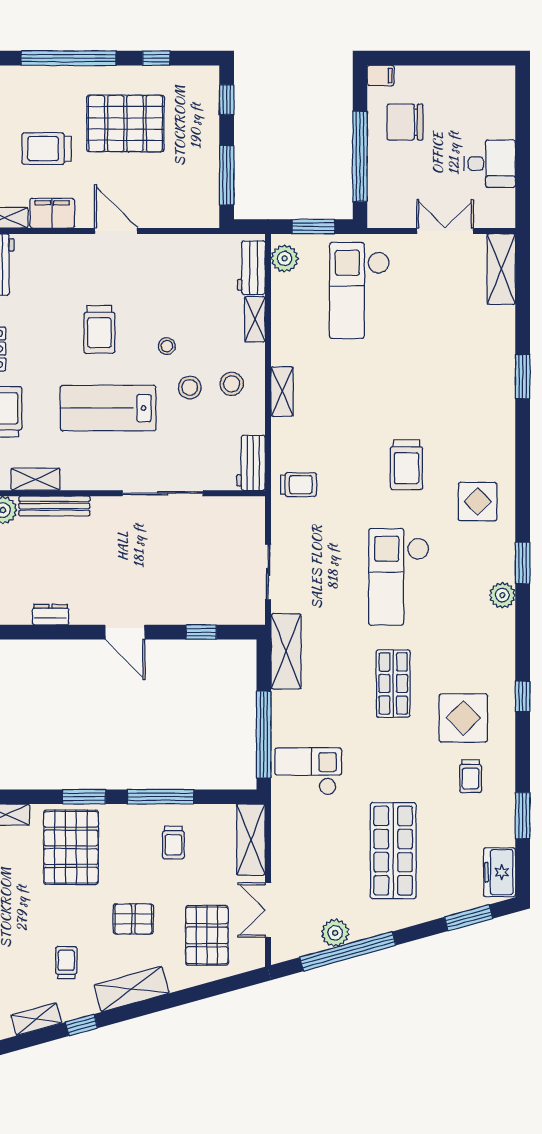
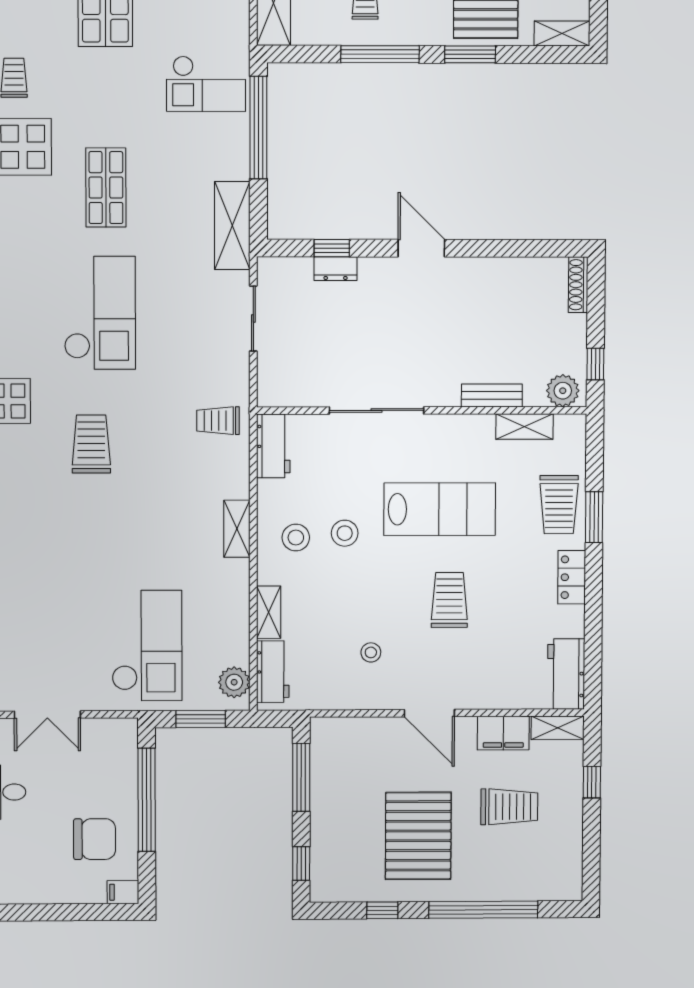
pallet: (125, 123) -> (418, 836), turned 90
stool: (167, 346) -> (371, 652), moved
bench: (54, 506) -> (492, 396), width x0.73
dresser: (51, 615) -> (336, 269), moved

